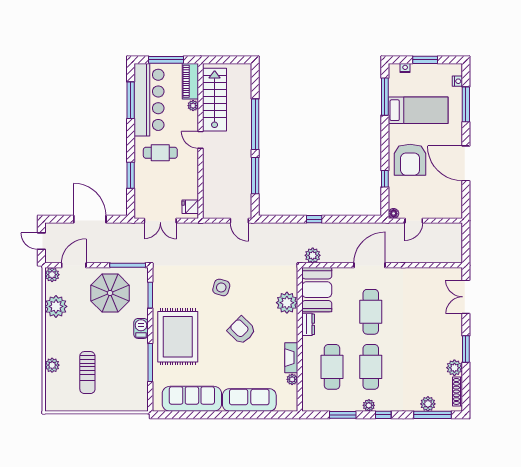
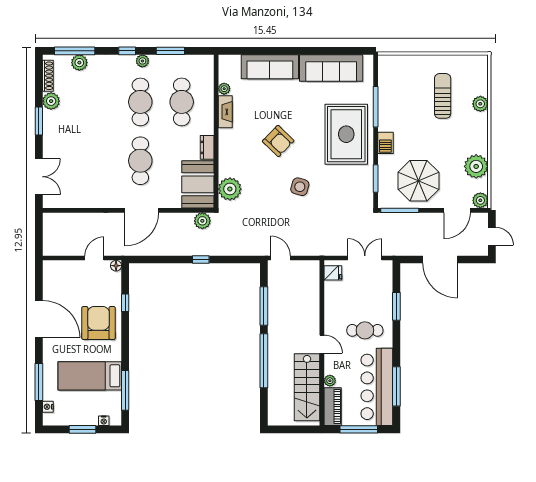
plant: (287, 303) -> (230, 189), moved

